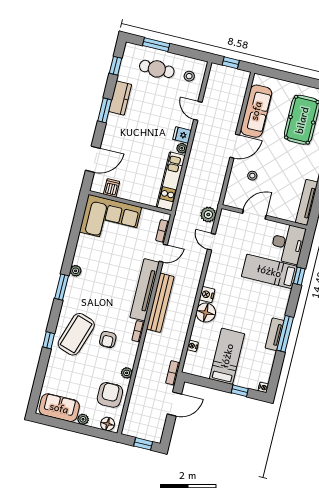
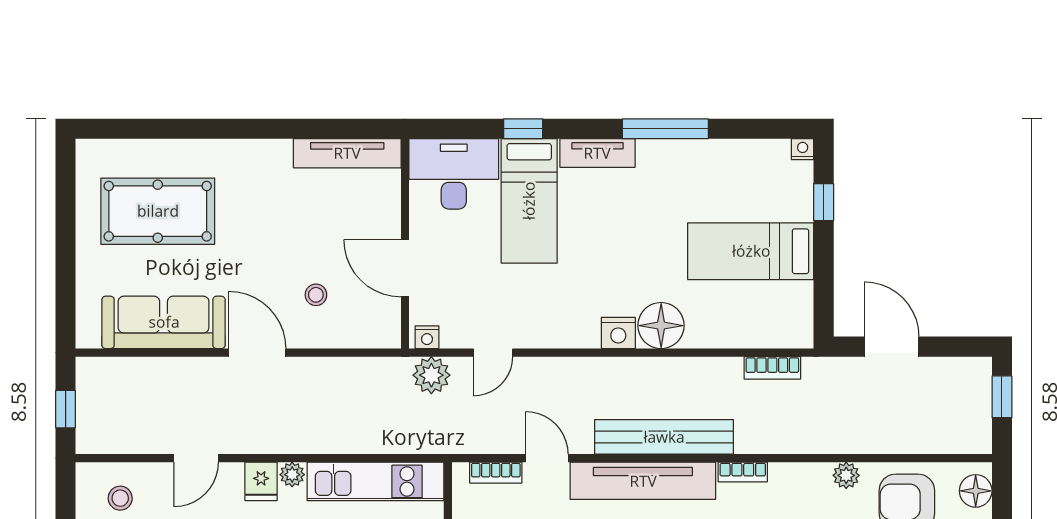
tv unit: (275, 334) -> (597, 153), moved
nightstand: (193, 346) -> (427, 337), moved
bookcase: (173, 373) -> (772, 368), moved

